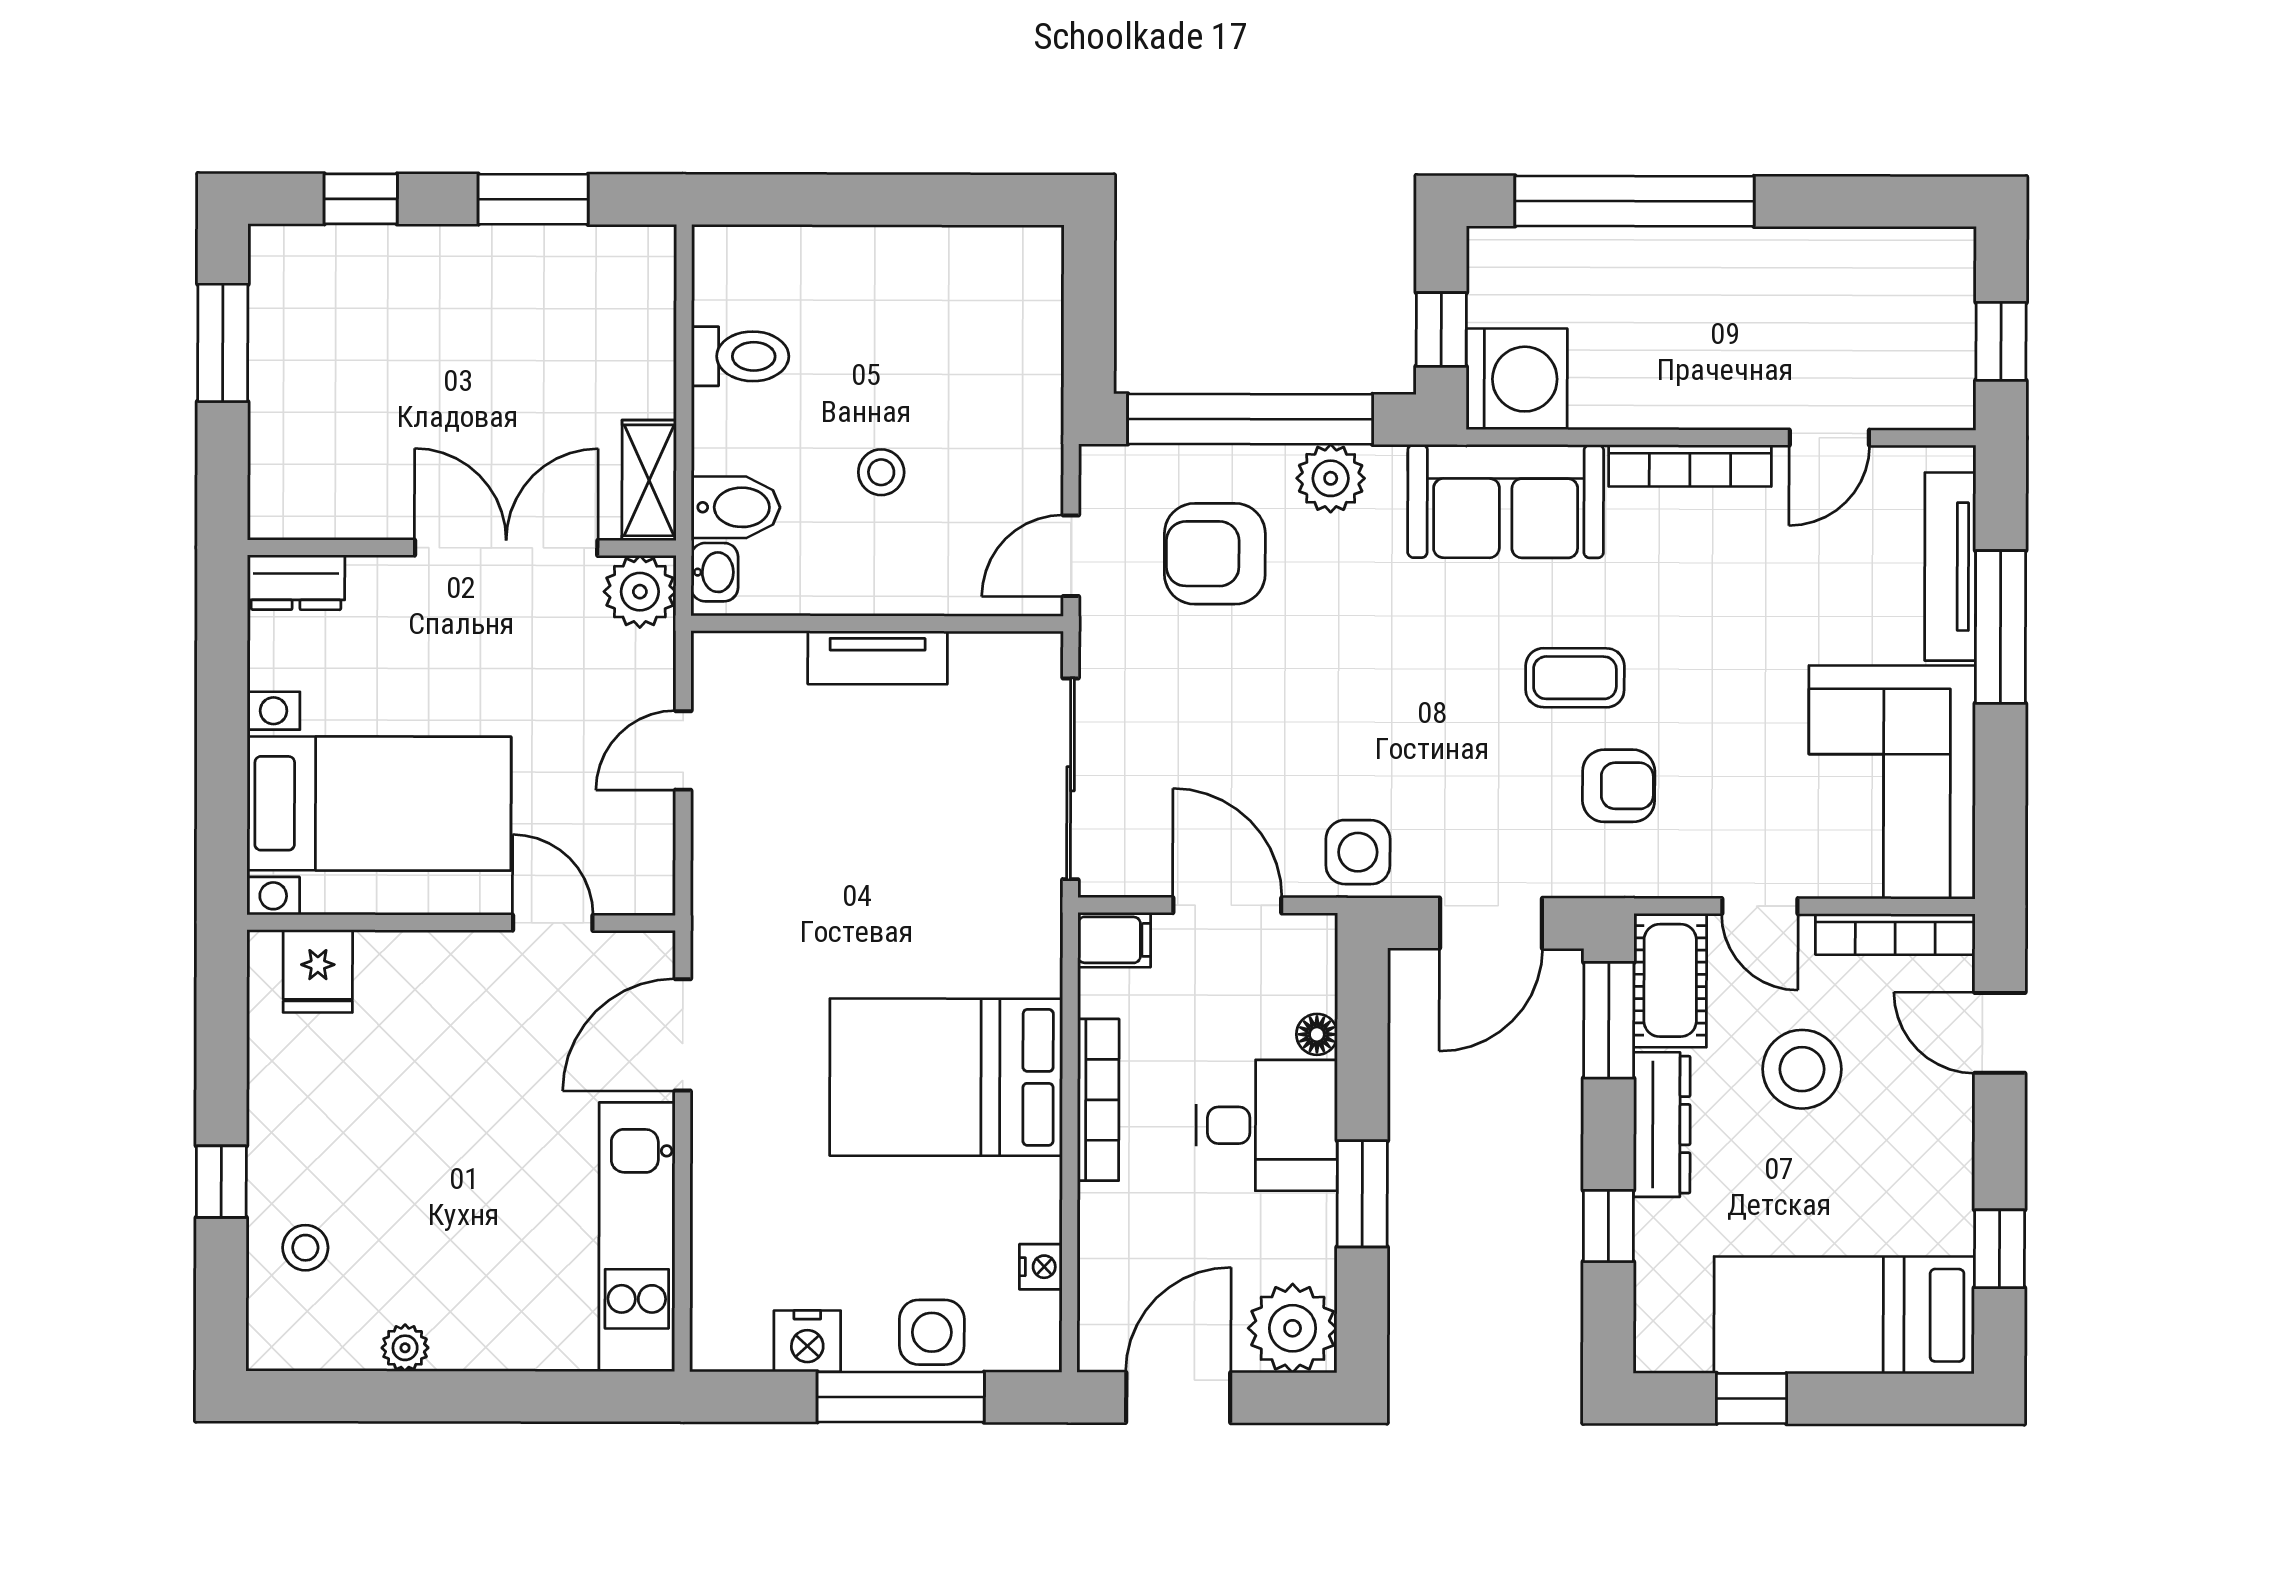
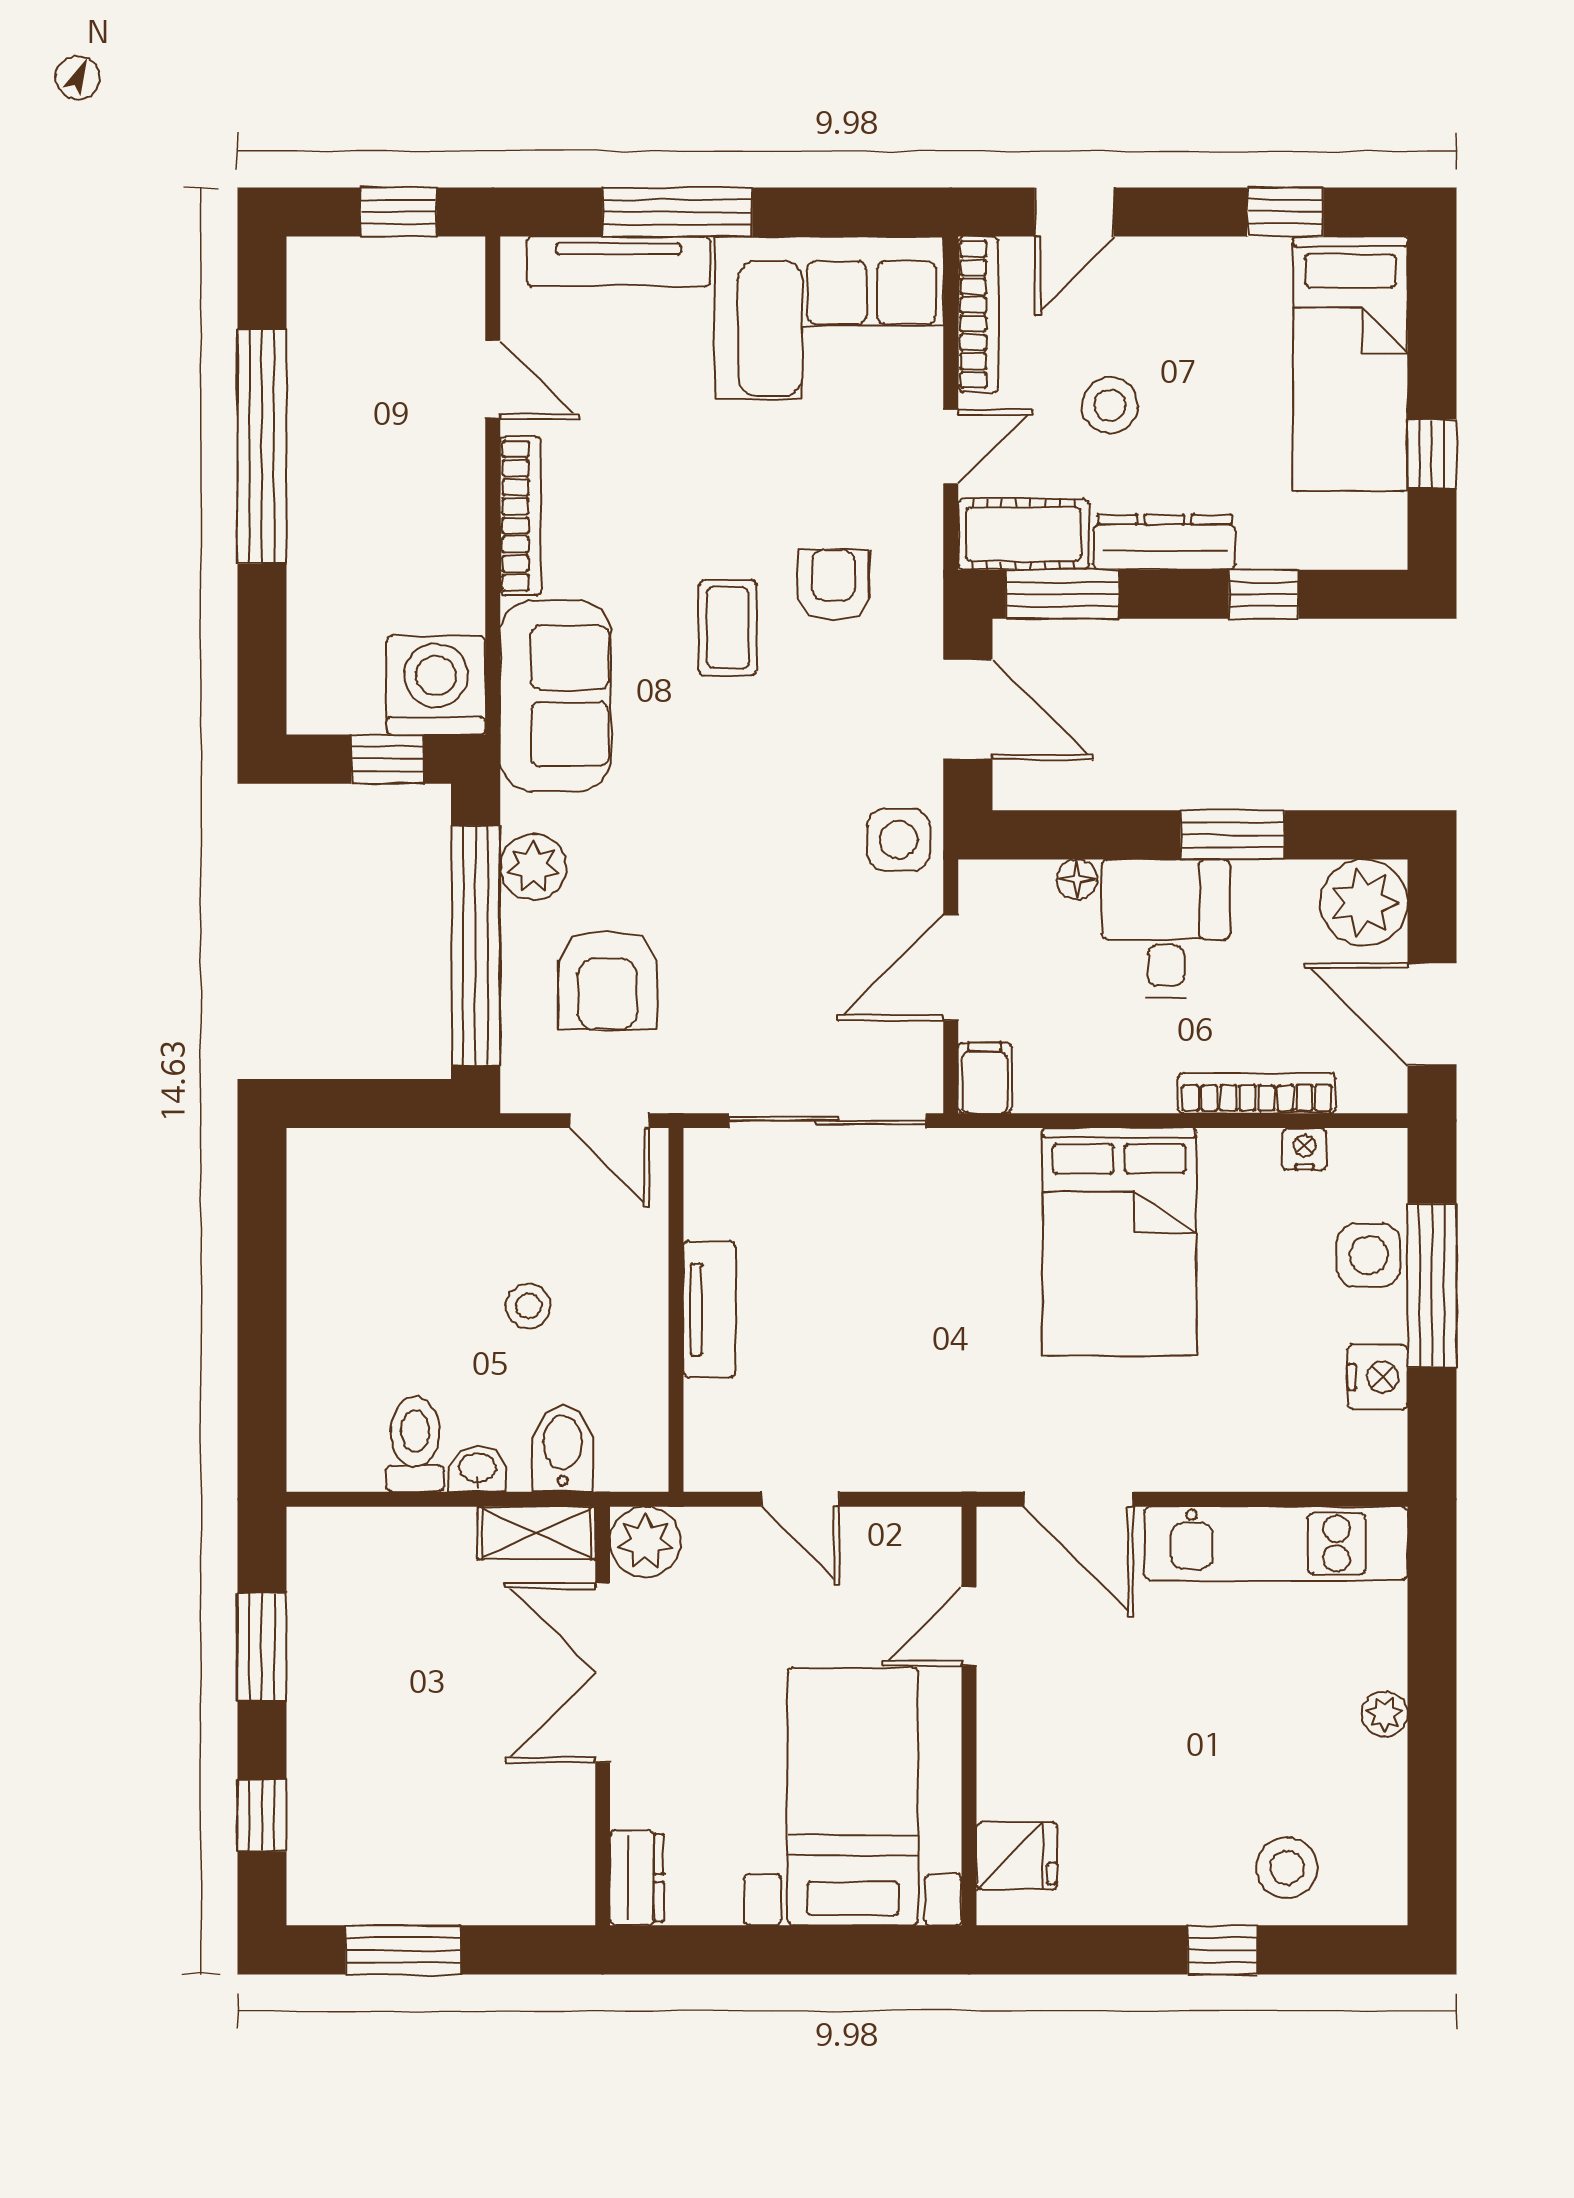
window: (1634, 201) -> (262, 447), moved
washbasin: (715, 572) -> (477, 1469), moved
stool: (1802, 1069) -> (1110, 405), width x0.73, depth x0.73
bookcase: (1098, 1100) -> (1257, 1093), moved
stool: (305, 1248) -> (1287, 1868), width x1.37, depth x1.37
plant: (405, 1348) -> (1385, 1714), moved

